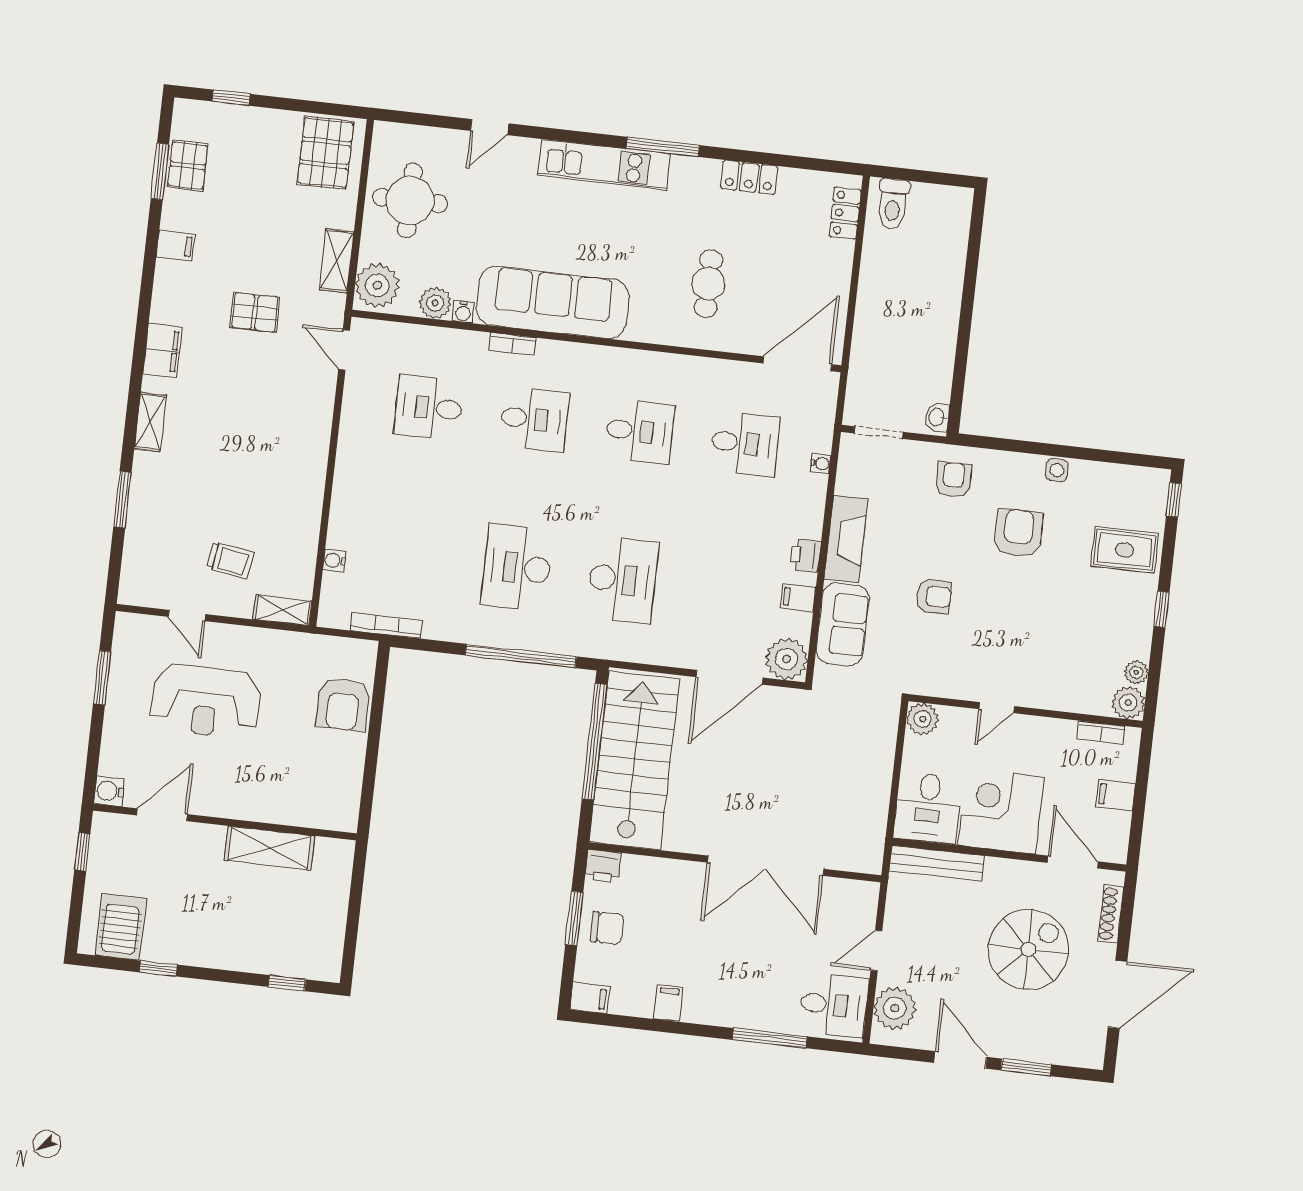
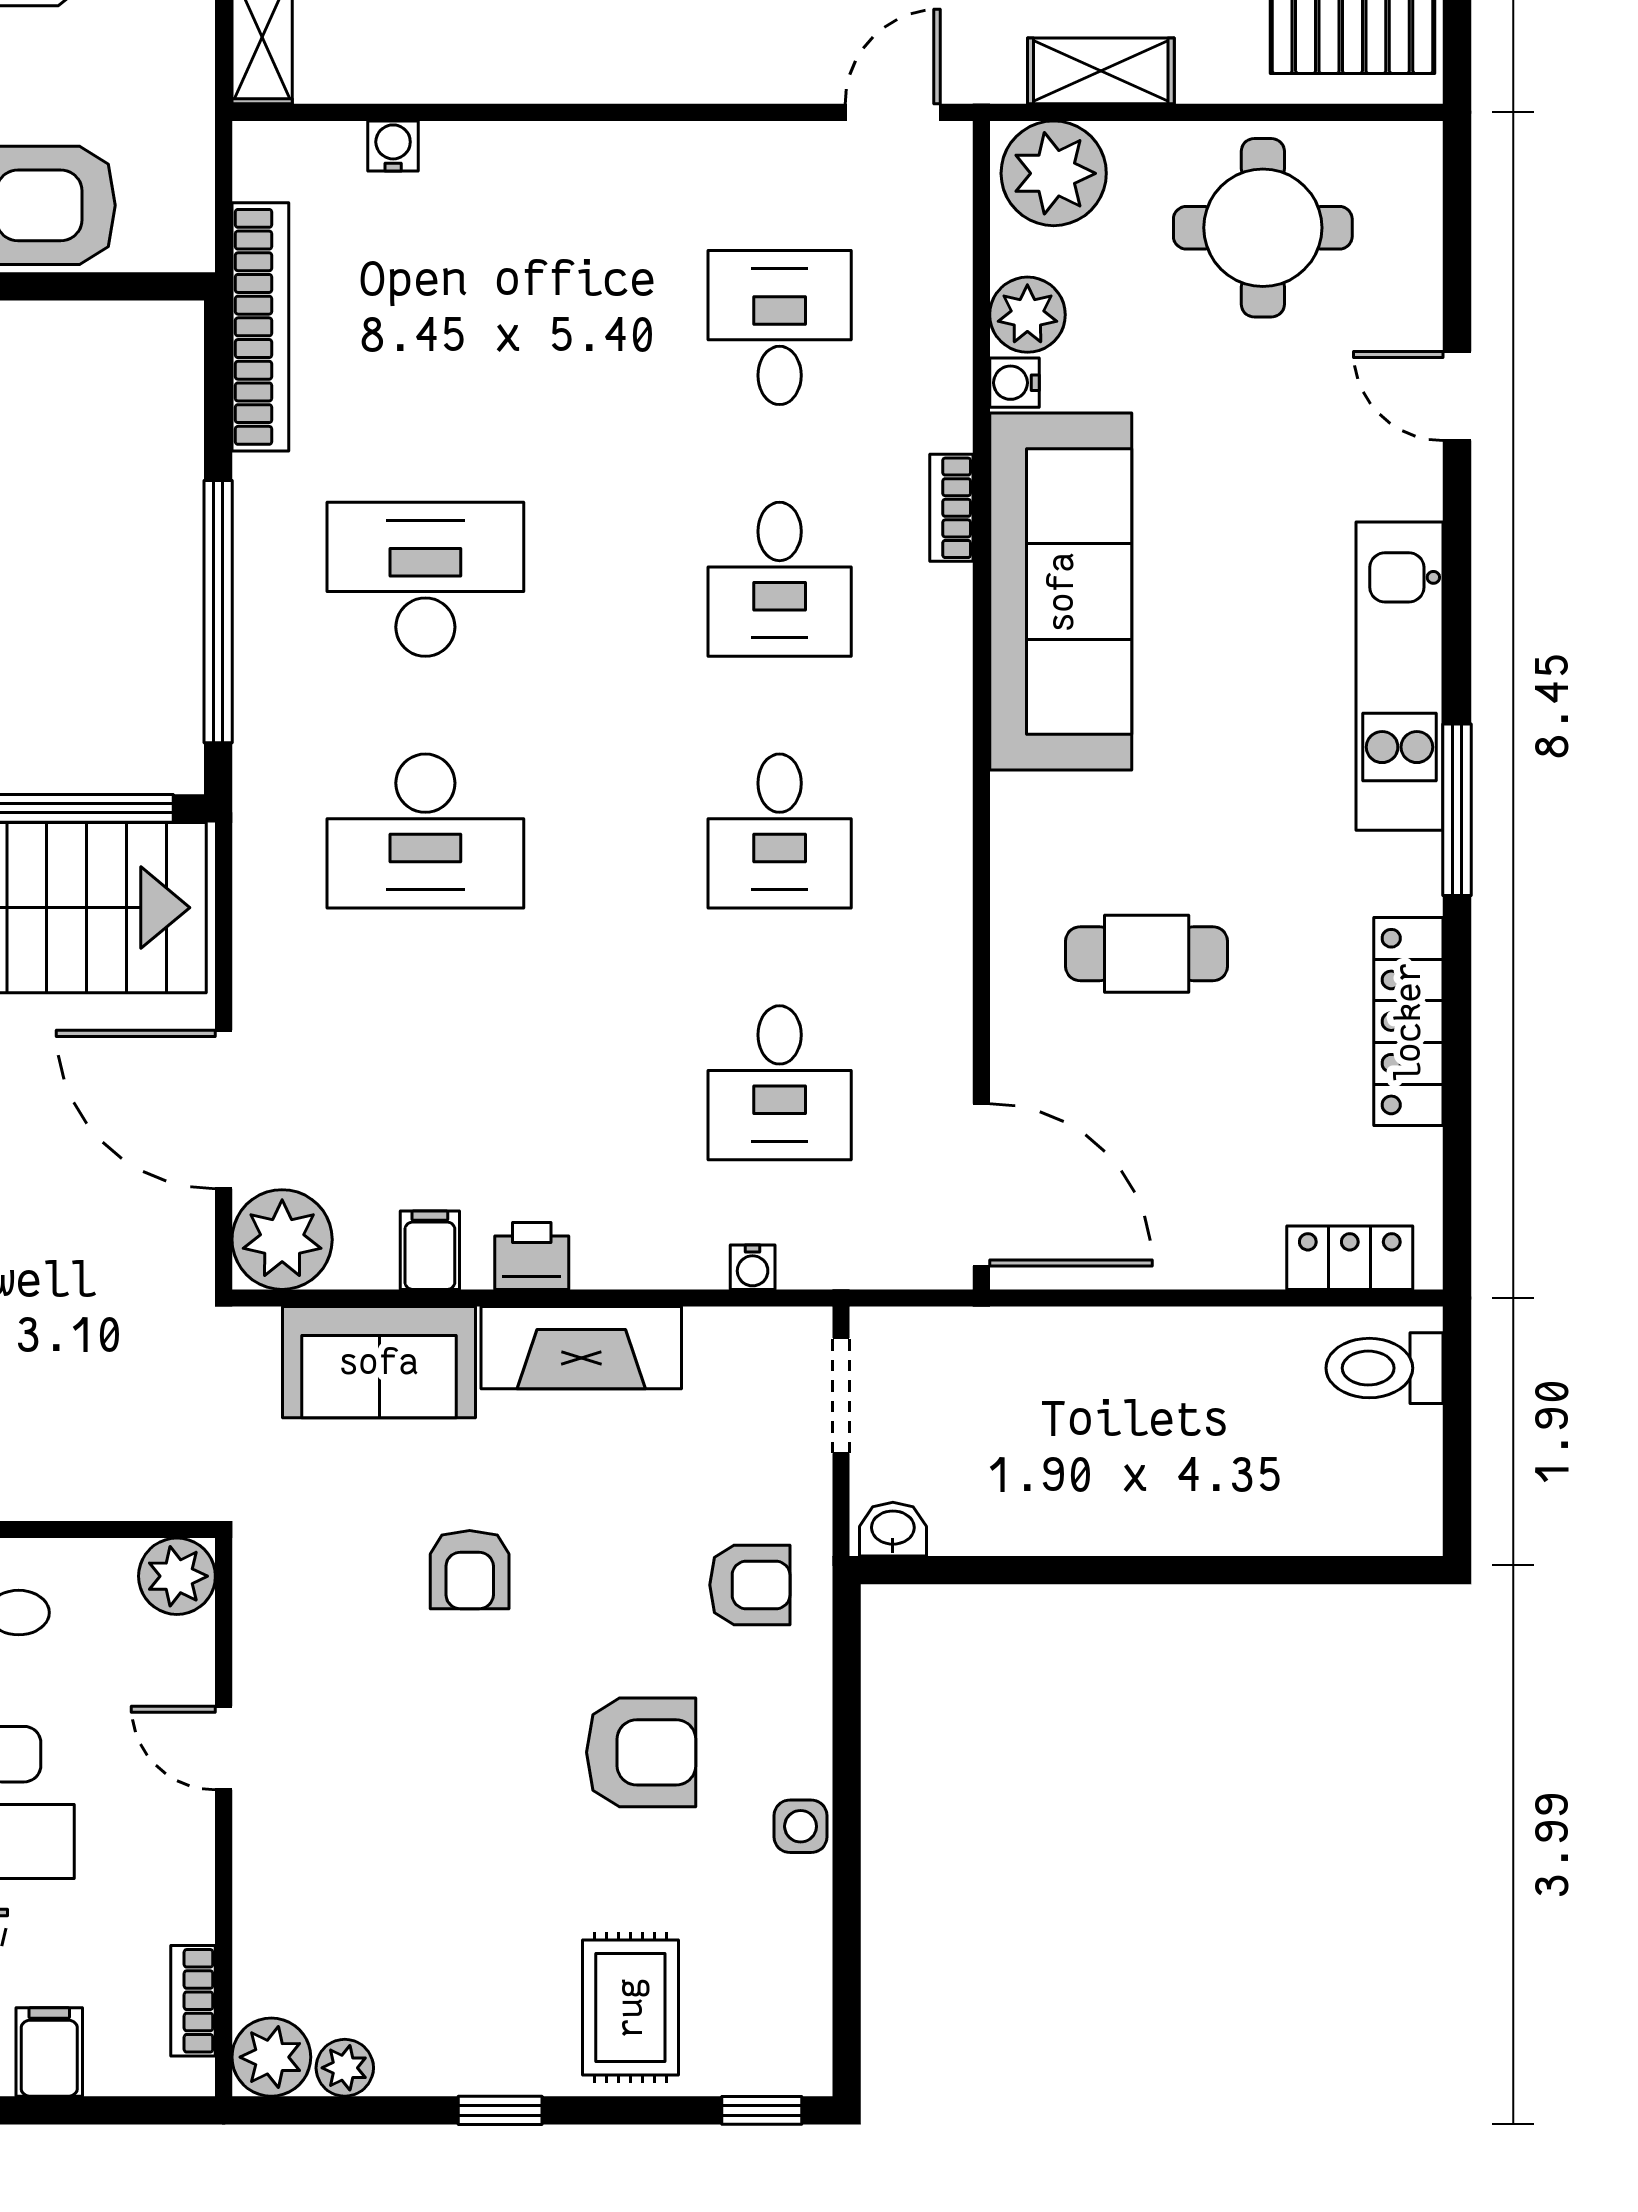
locker: (749, 177) -> (1408, 1022), width x1.53
bookcase: (387, 626) -> (260, 327), width x1.48, depth x1.31

